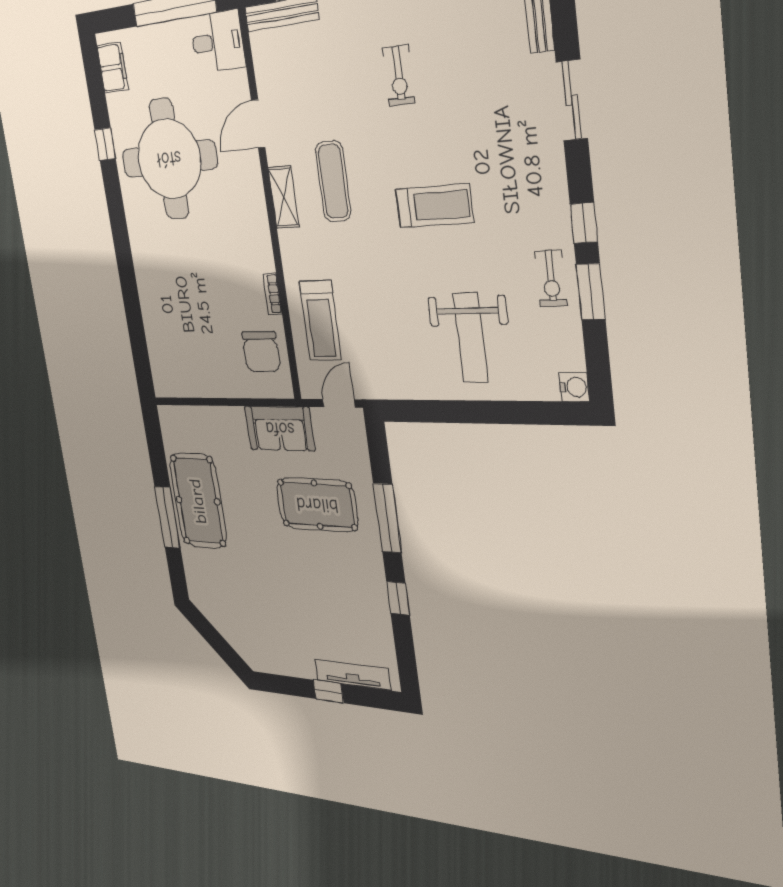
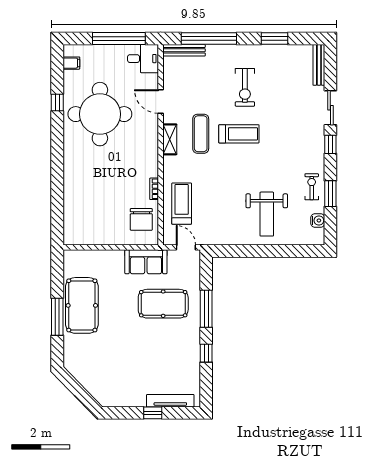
filing cabinet: (113, 68) -> (71, 63), width x0.50
exercise bike: (399, 76) -> (245, 87), width x1.38, depth x1.39
door: (258, 124) -> (161, 101), hinge flipped
treadmill: (434, 206) -> (239, 134), moved
window: (584, 223) -> (330, 144), moved
exercise bike: (551, 278) -> (312, 187), turned 180
treadmill: (320, 320) -> (182, 204), turned 180
water cooler: (574, 387) -> (318, 220), moved
door: (339, 403) -> (186, 247), hinge flipped

